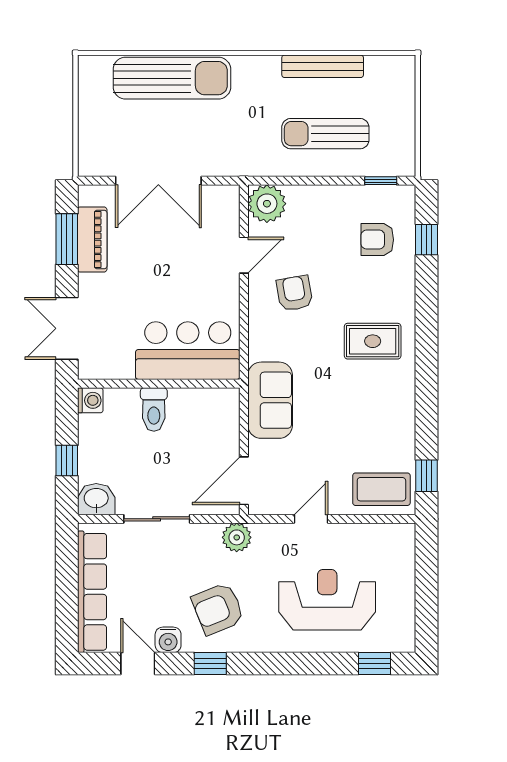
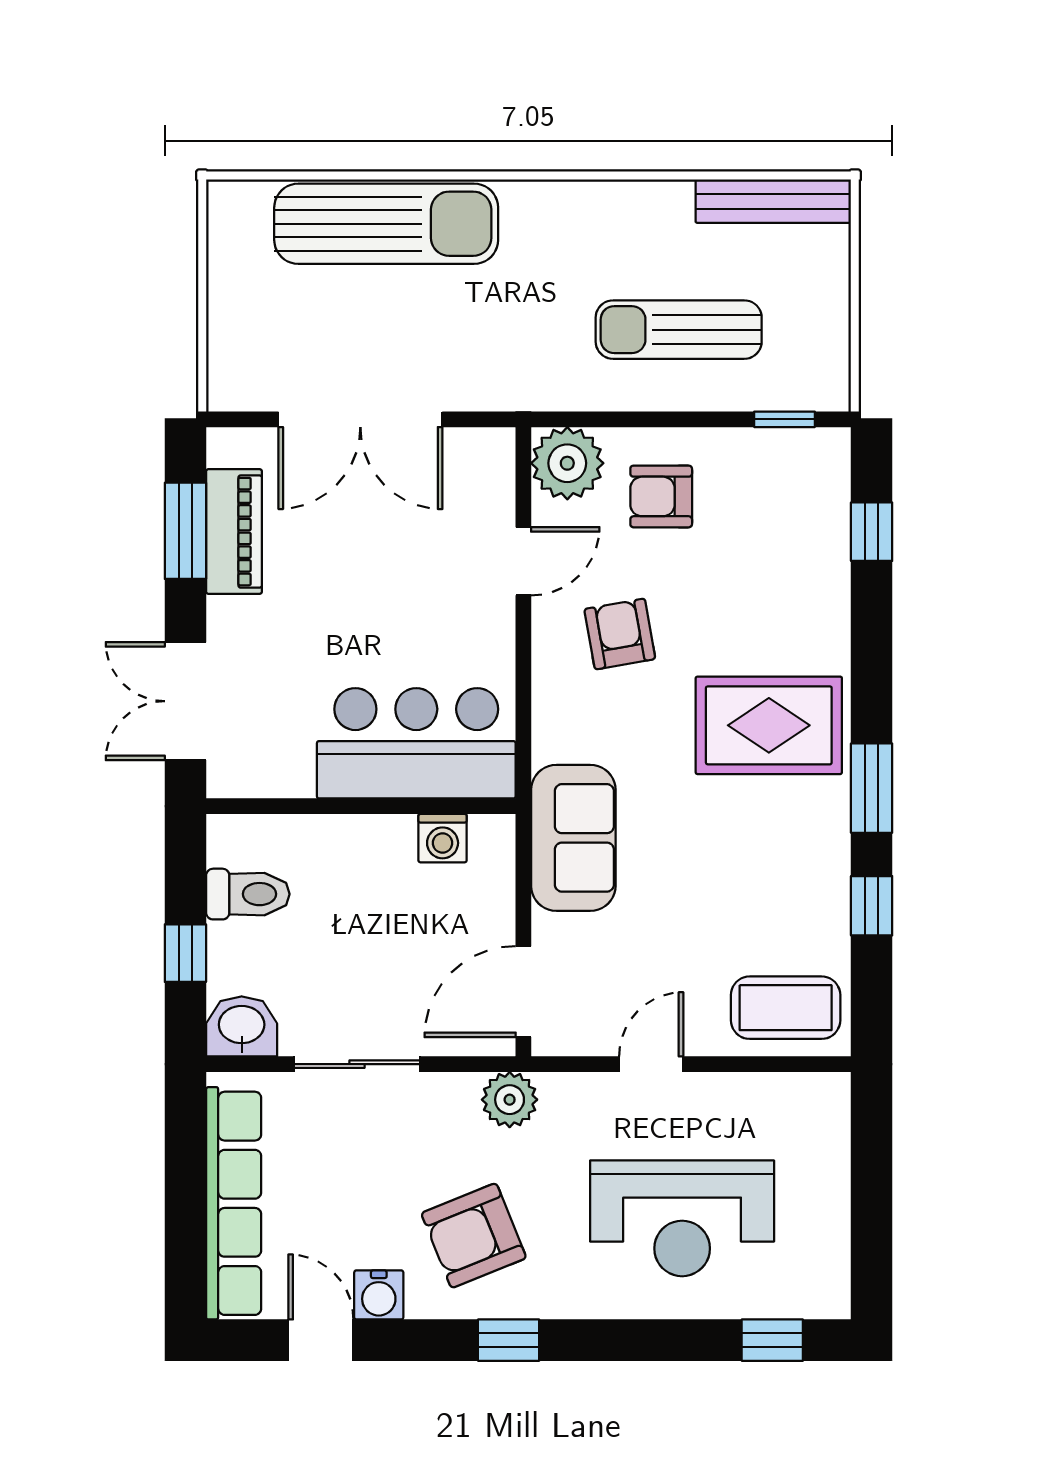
bench: (323, 66) -> (773, 201), moved
armchair: (377, 240) -> (661, 496), moved
rug: (373, 341) -> (769, 725), width x1.36, depth x1.43
window: (427, 374) -> (872, 788), added
washing machine: (90, 400) -> (443, 838), moved, turned 90
toilet: (154, 409) -> (248, 894), moved, turned -90
window: (427, 476) -> (872, 906), moved
reception desk: (327, 600) -> (682, 1218), turned 180
window: (210, 664) -> (509, 1340), moved

